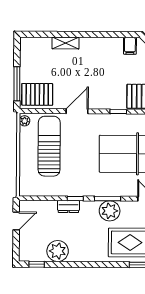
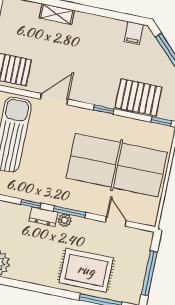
dresser: (69, 207) -> (43, 217), moved
plant: (110, 211) -> (65, 220), width x0.53, depth x0.53

